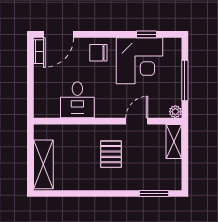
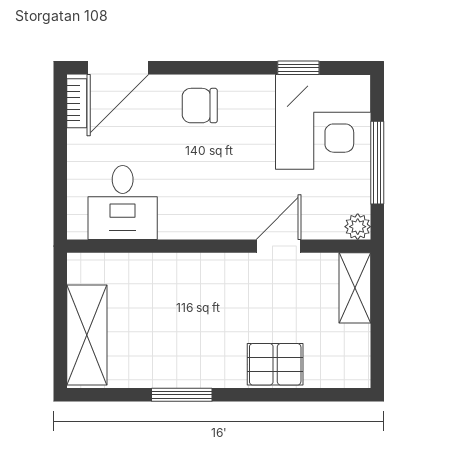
corner desk: (140, 61) -> (323, 122), moved
desk: (77, 100) -> (123, 202), moved
pallet: (111, 154) -> (275, 364), moved, turned 90
window: (154, 194) -> (182, 395), moved

